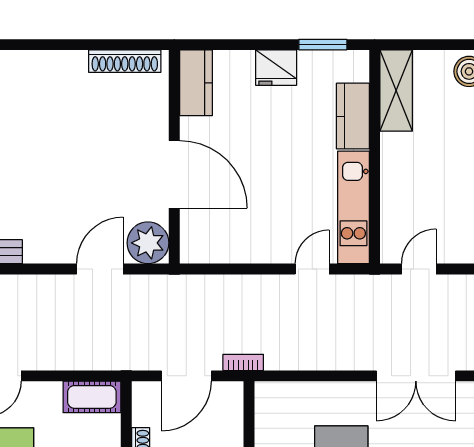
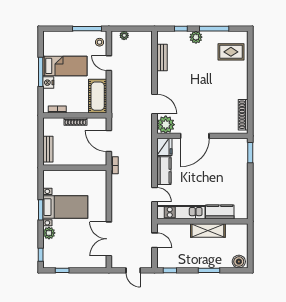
window: (323, 45) -> (250, 153), moved
fridge: (276, 68) -> (164, 147), moved, turned 180
kitchen counter: (196, 83) -> (164, 171), moved, turned -90
shelving: (396, 91) -> (208, 230), moved
cot: (92, 397) -> (98, 96), width x1.37, depth x1.34

